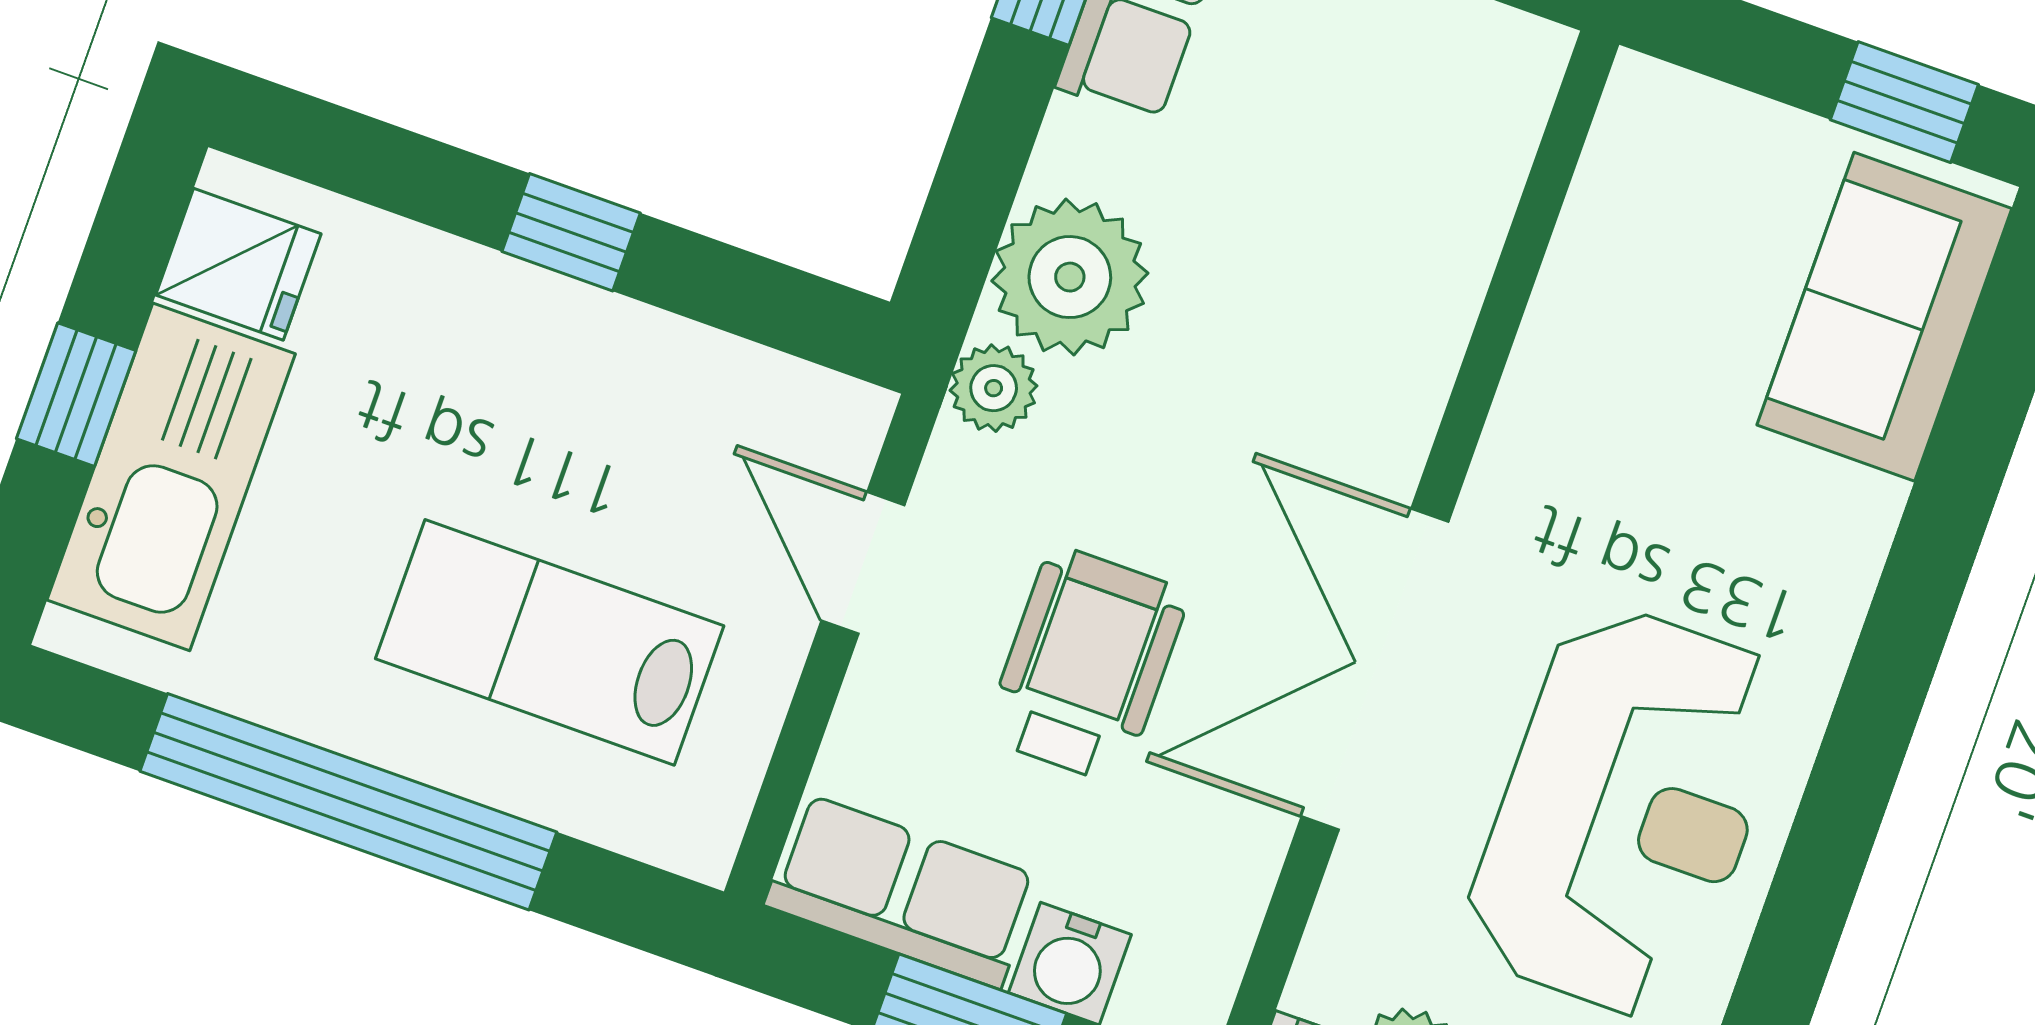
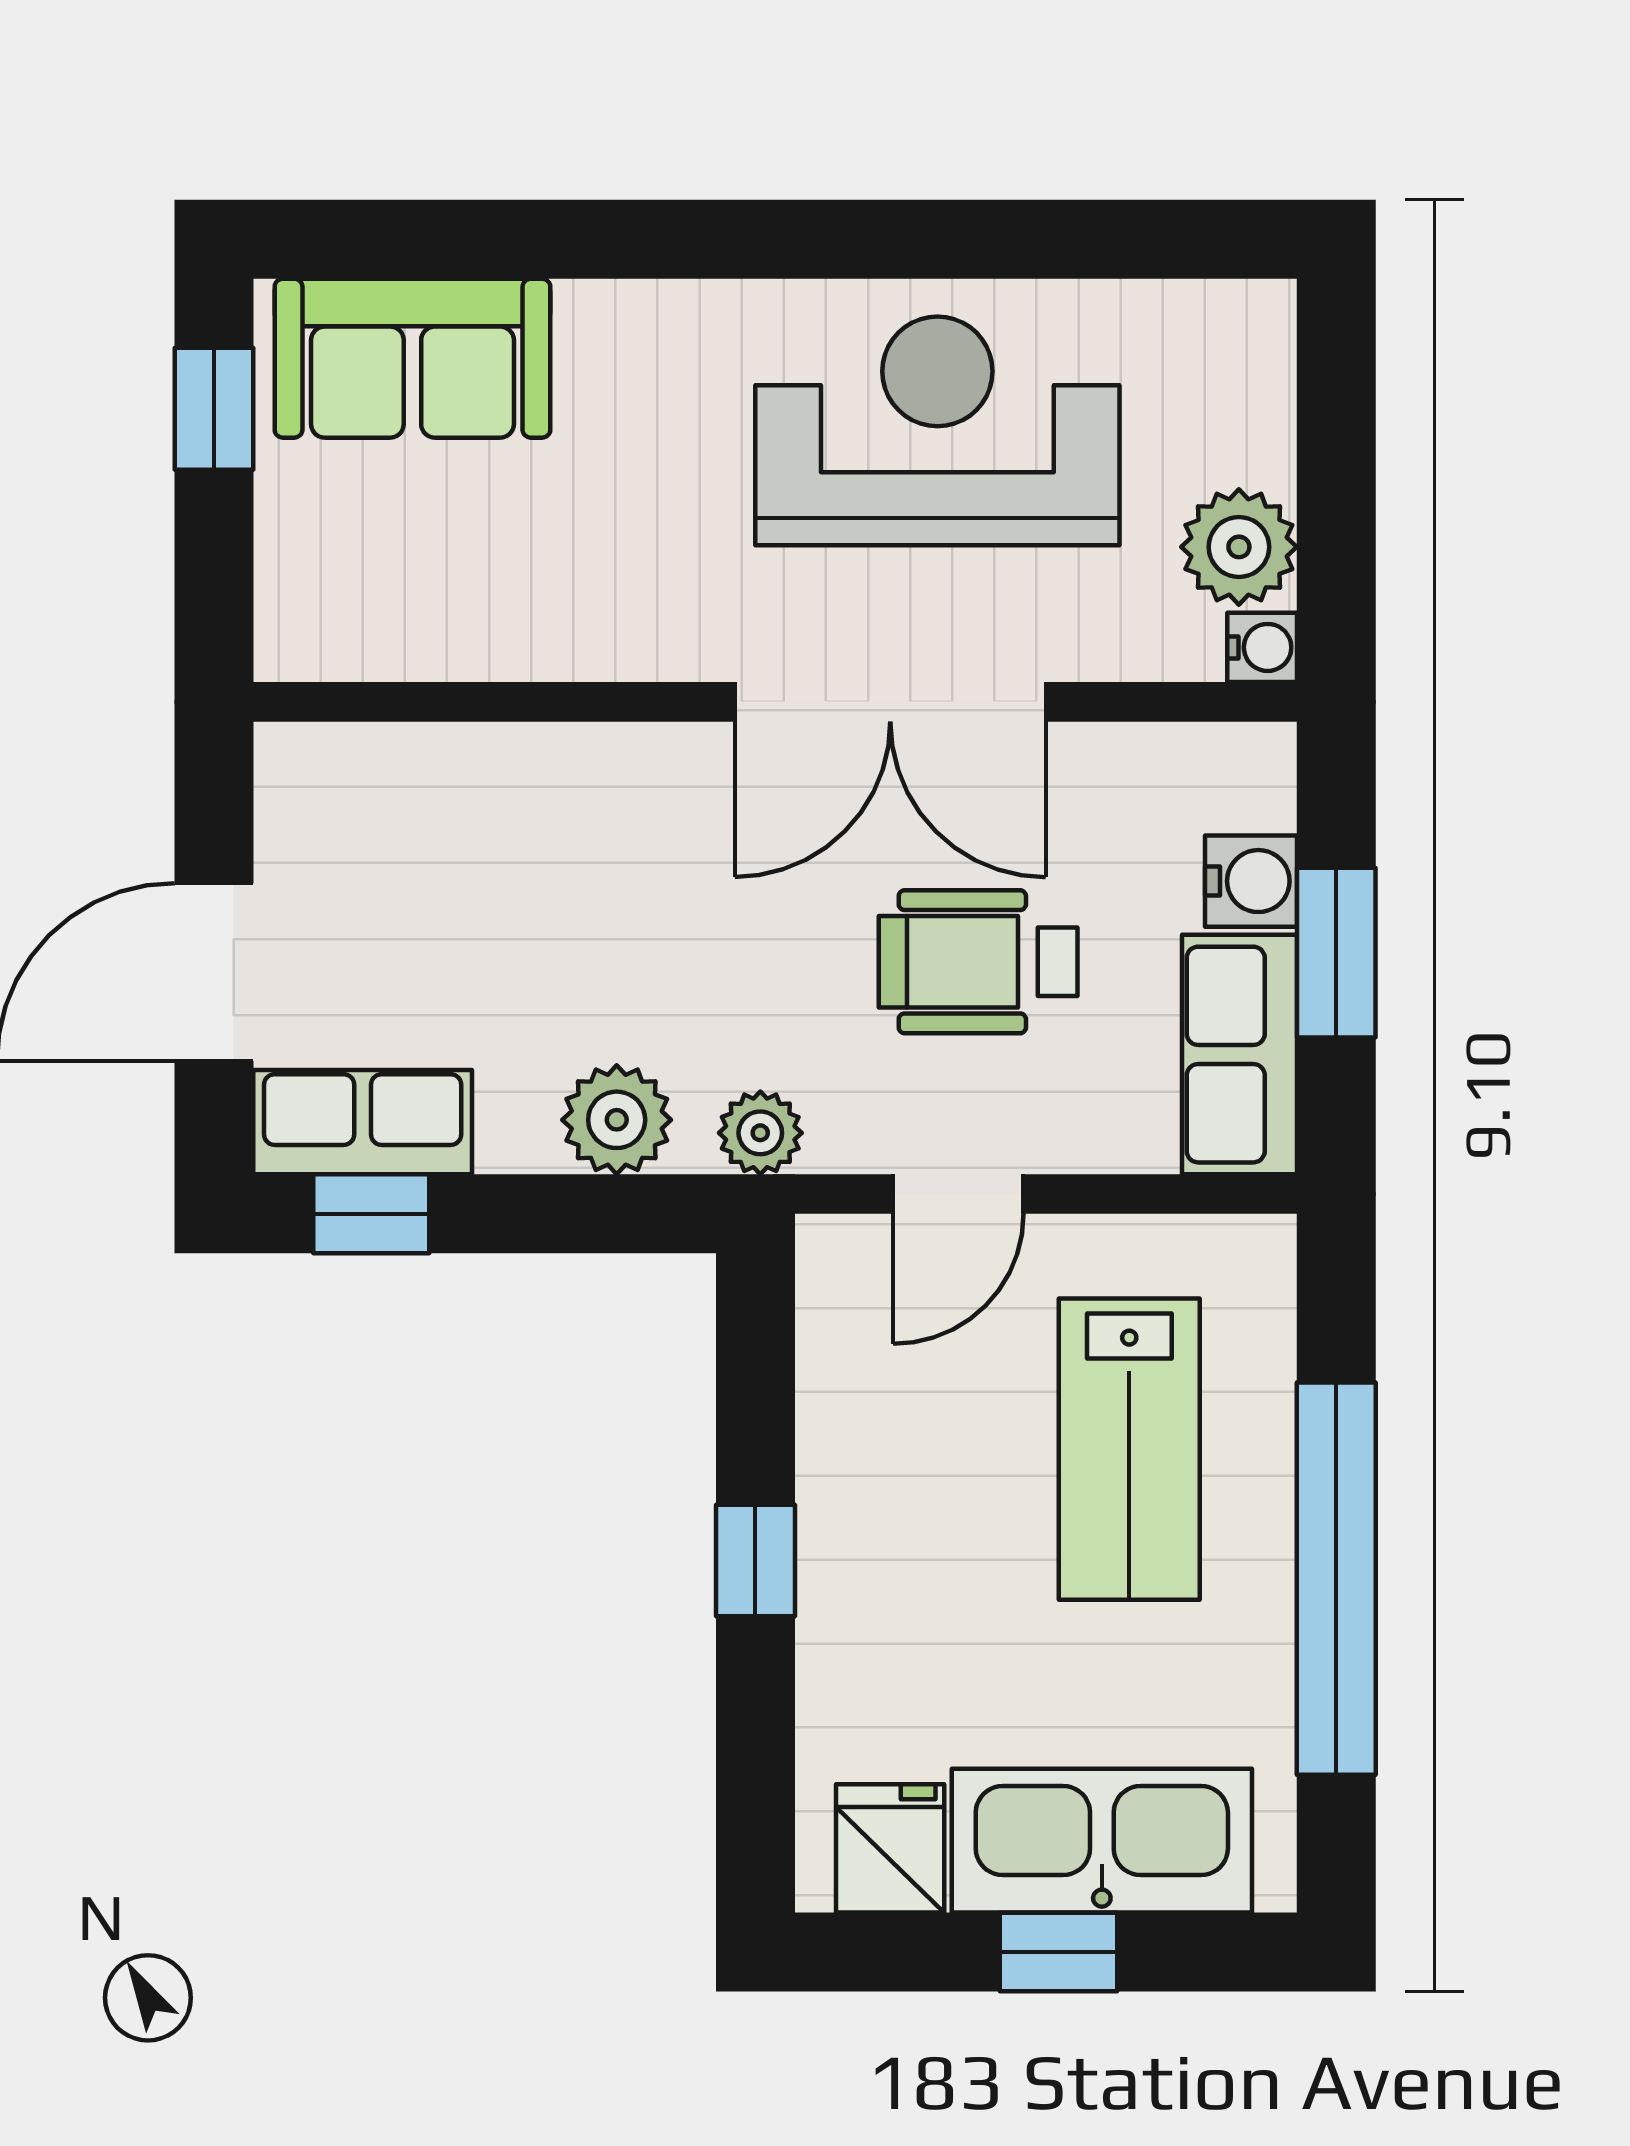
plant: (1070, 277) -> (617, 1120), width x0.73, depth x0.73

